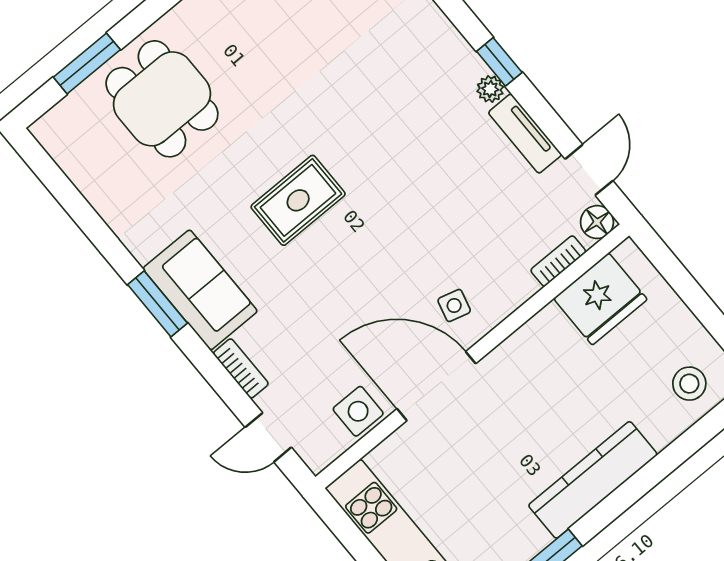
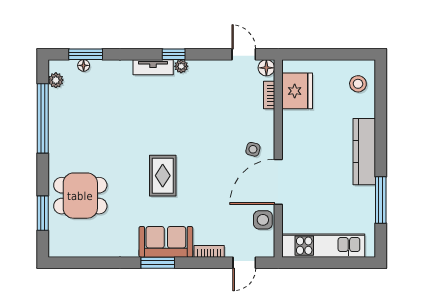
tv unit: (525, 134) -> (153, 67), moved

